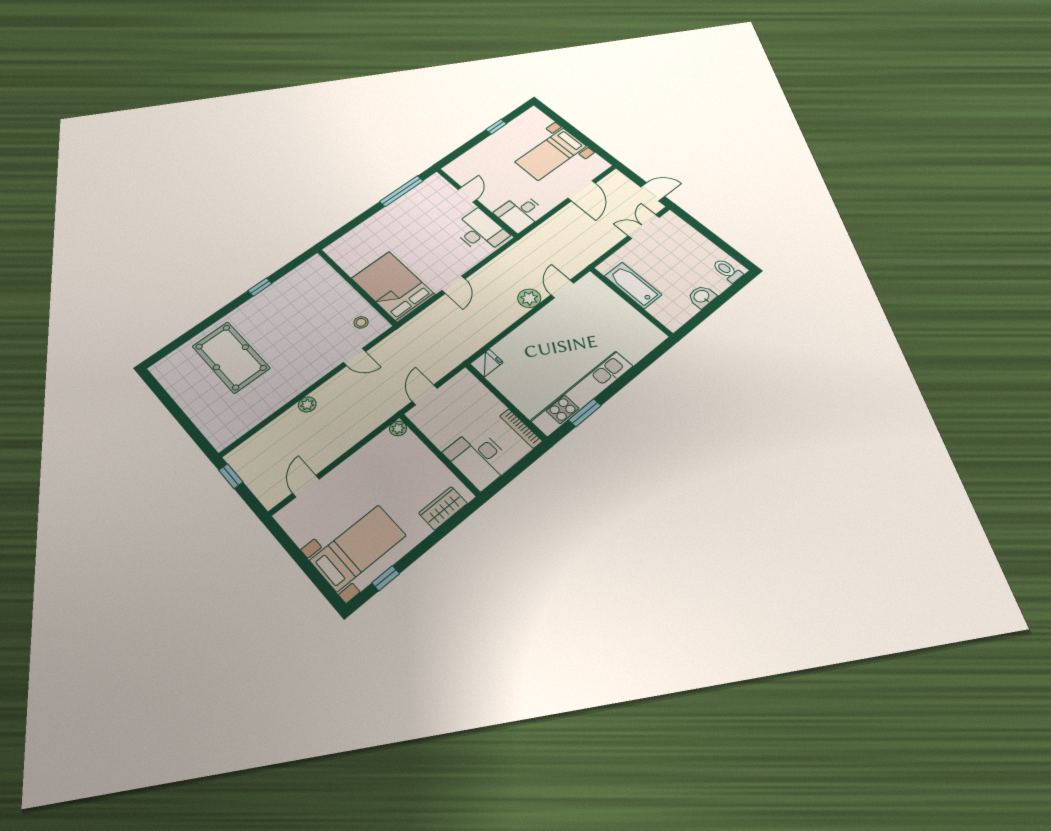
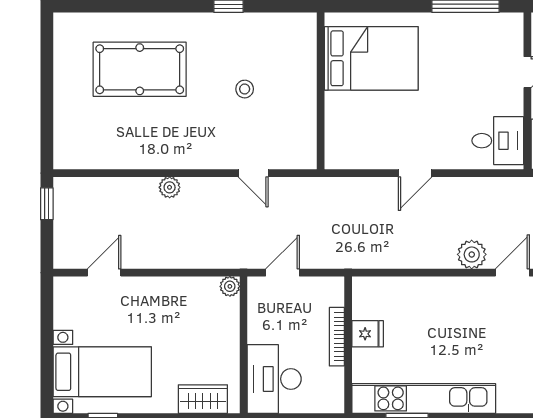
desk: (480, 231) -> (498, 141), width x0.73
bed: (393, 286) -> (371, 58), moved, turned 90
stool: (361, 322) -> (245, 89), moved
pool table: (231, 357) -> (140, 69), turned 90
fridge: (487, 363) -> (368, 334), moved
bookcase: (521, 429) -> (337, 337), moved

